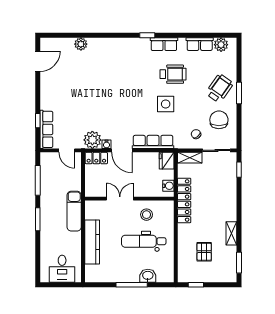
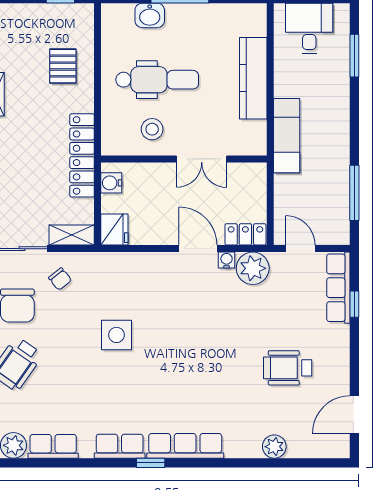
wheelchair: (173, 74) -> (288, 368), moved
row of seats: (153, 142) -> (185, 446), moved, turned 180
window: (38, 219) -> (354, 56), moved
pallet: (204, 252) -> (63, 66), moved

